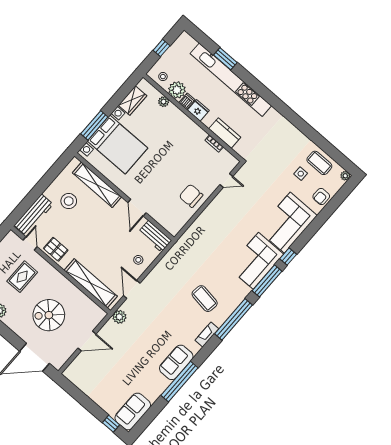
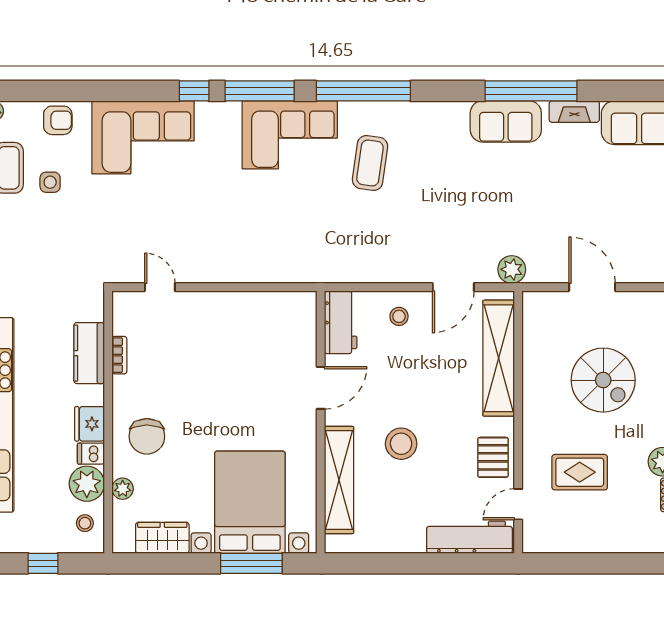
chair: (191, 196) -> (147, 436), moved
stool: (69, 201) -> (401, 444), moved
corner sofa: (256, 261) -> (290, 135), moved
fireplace: (207, 335) -> (574, 112), moved

